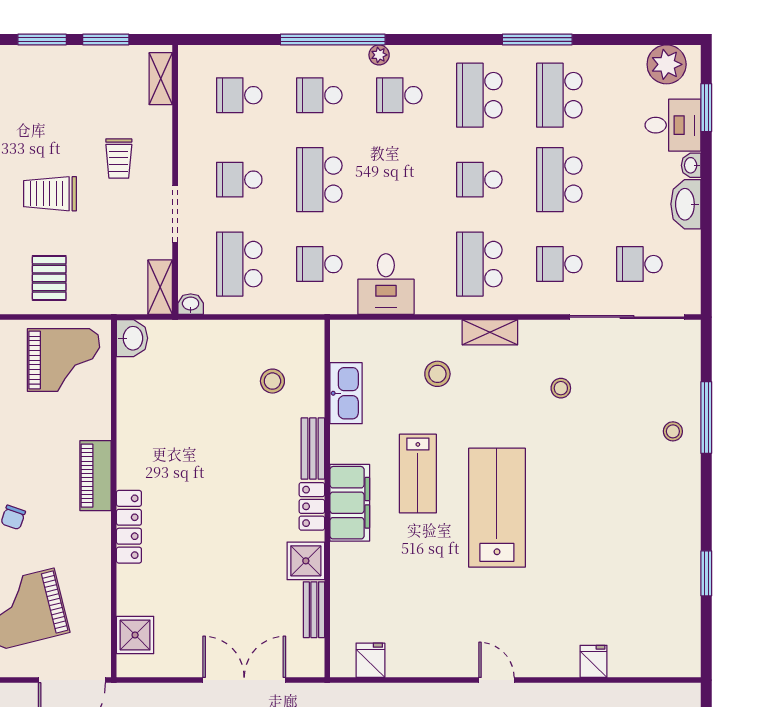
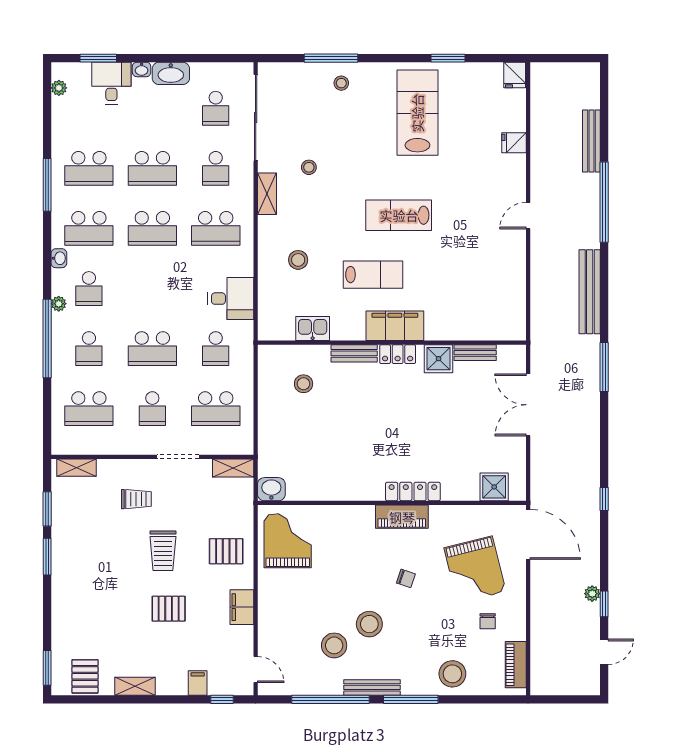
plant: (667, 64) -> (59, 88), width x0.53, depth x0.53
school desk: (239, 95) -> (89, 409), width x1.85
school desk: (479, 180) -> (152, 228), width x1.85
washbasin: (191, 304) -> (59, 258), moved, turned 180
shelving: (490, 332) -> (267, 194), moved
kitchen sink: (346, 393) -> (313, 329), width x0.73
piano: (95, 476) -> (402, 517), moved
lab bench: (497, 508) -> (399, 215), width x0.73, depth x0.72
lab bench: (634, 533) -> (417, 113), added
fridge: (370, 660) -> (515, 75), moved, turned -90

